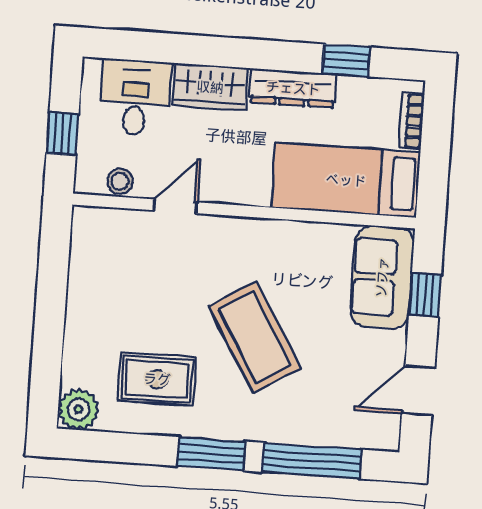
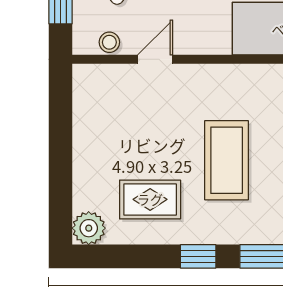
coffee table: (255, 337) -> (227, 160), turned 31
window: (211, 454) -> (198, 256), width x0.67

